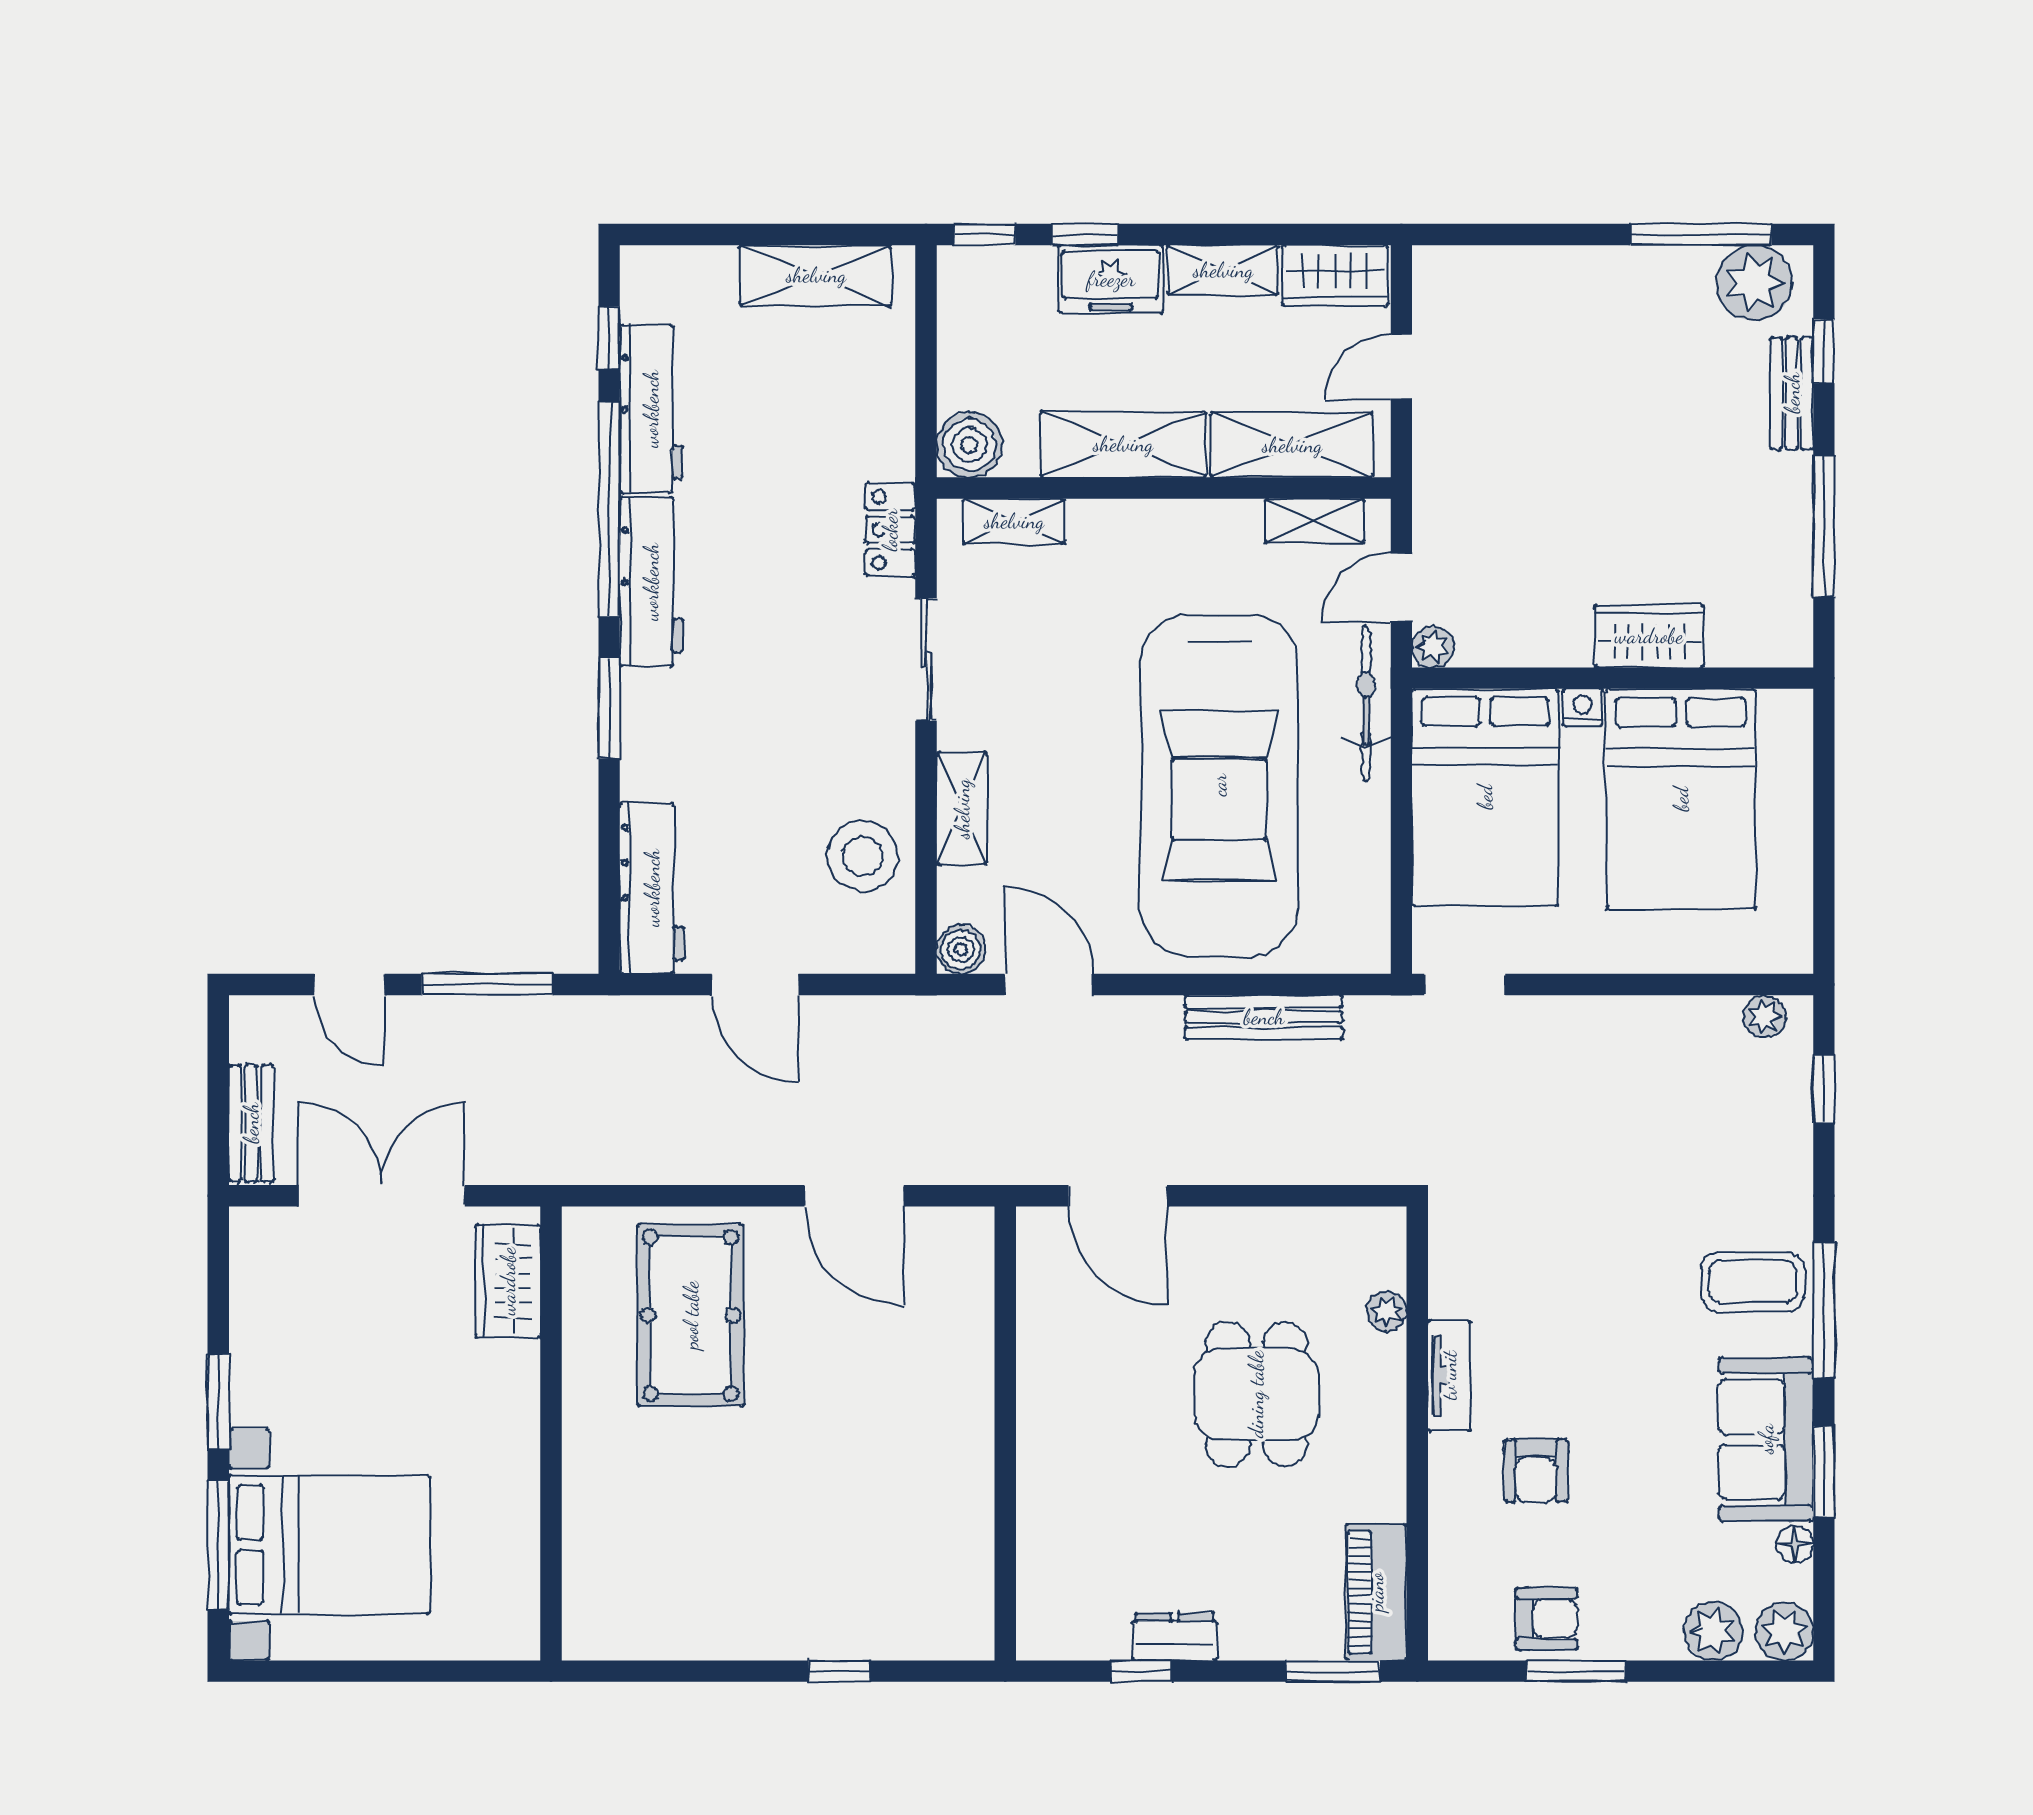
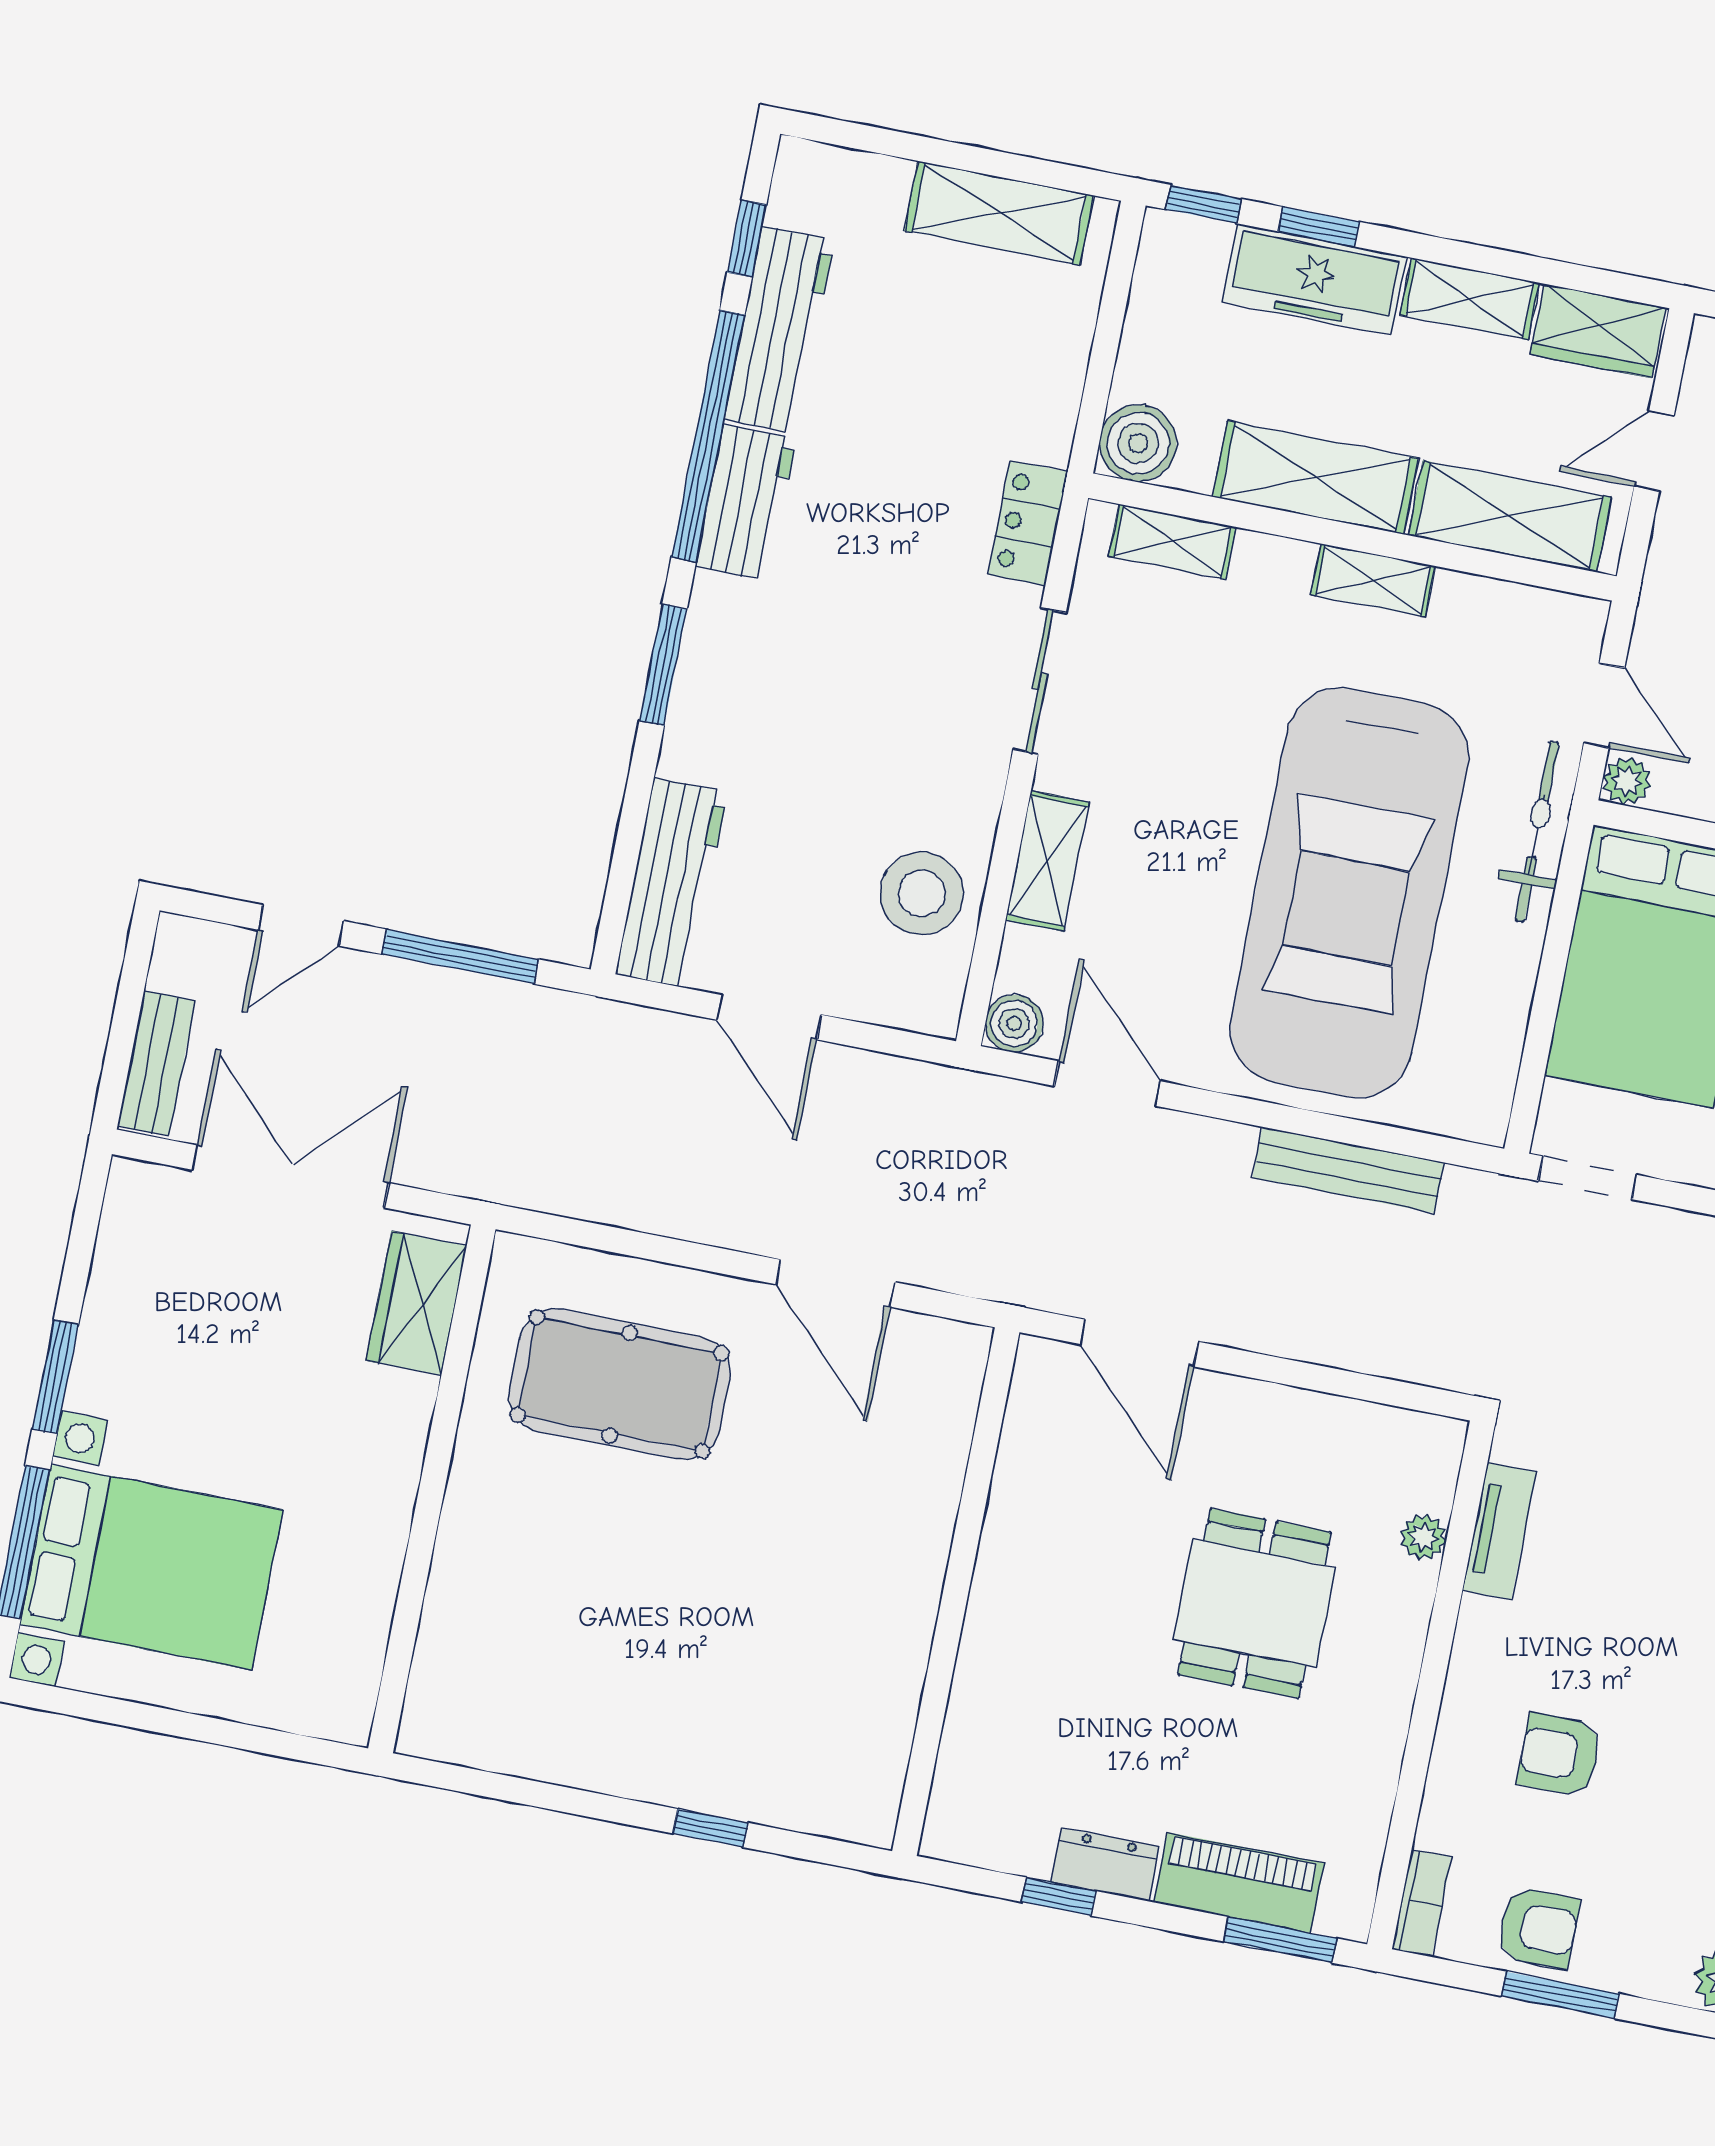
freezer: (1111, 279) -> (1314, 279), width x1.40
shelving: (1315, 521) -> (1373, 580), moved
workbench: (651, 582) -> (746, 502), width x0.73
door: (1401, 588) -> (1604, 706), swing flipped
door: (349, 985) -> (301, 925), hinge flipped
pool table: (691, 1315) -> (620, 1384), turned 90
tv unit: (1449, 1375) -> (1499, 1531), moved
armchair: (1536, 1471) -> (1559, 1755), turned 90
piano: (1376, 1592) -> (1239, 1883), moved, turned 90
bookcase: (1445, 1617) -> (1422, 1903), added

